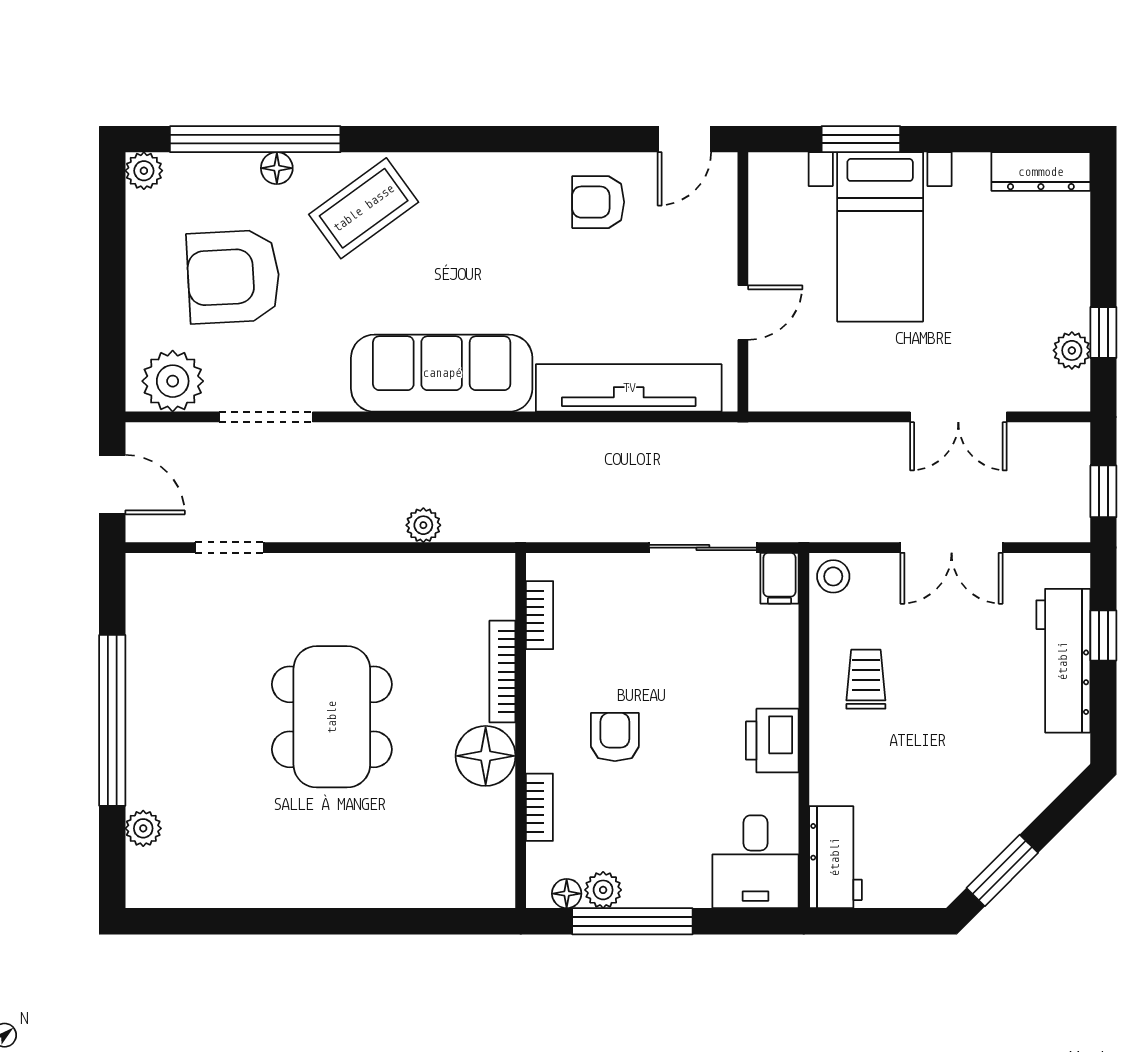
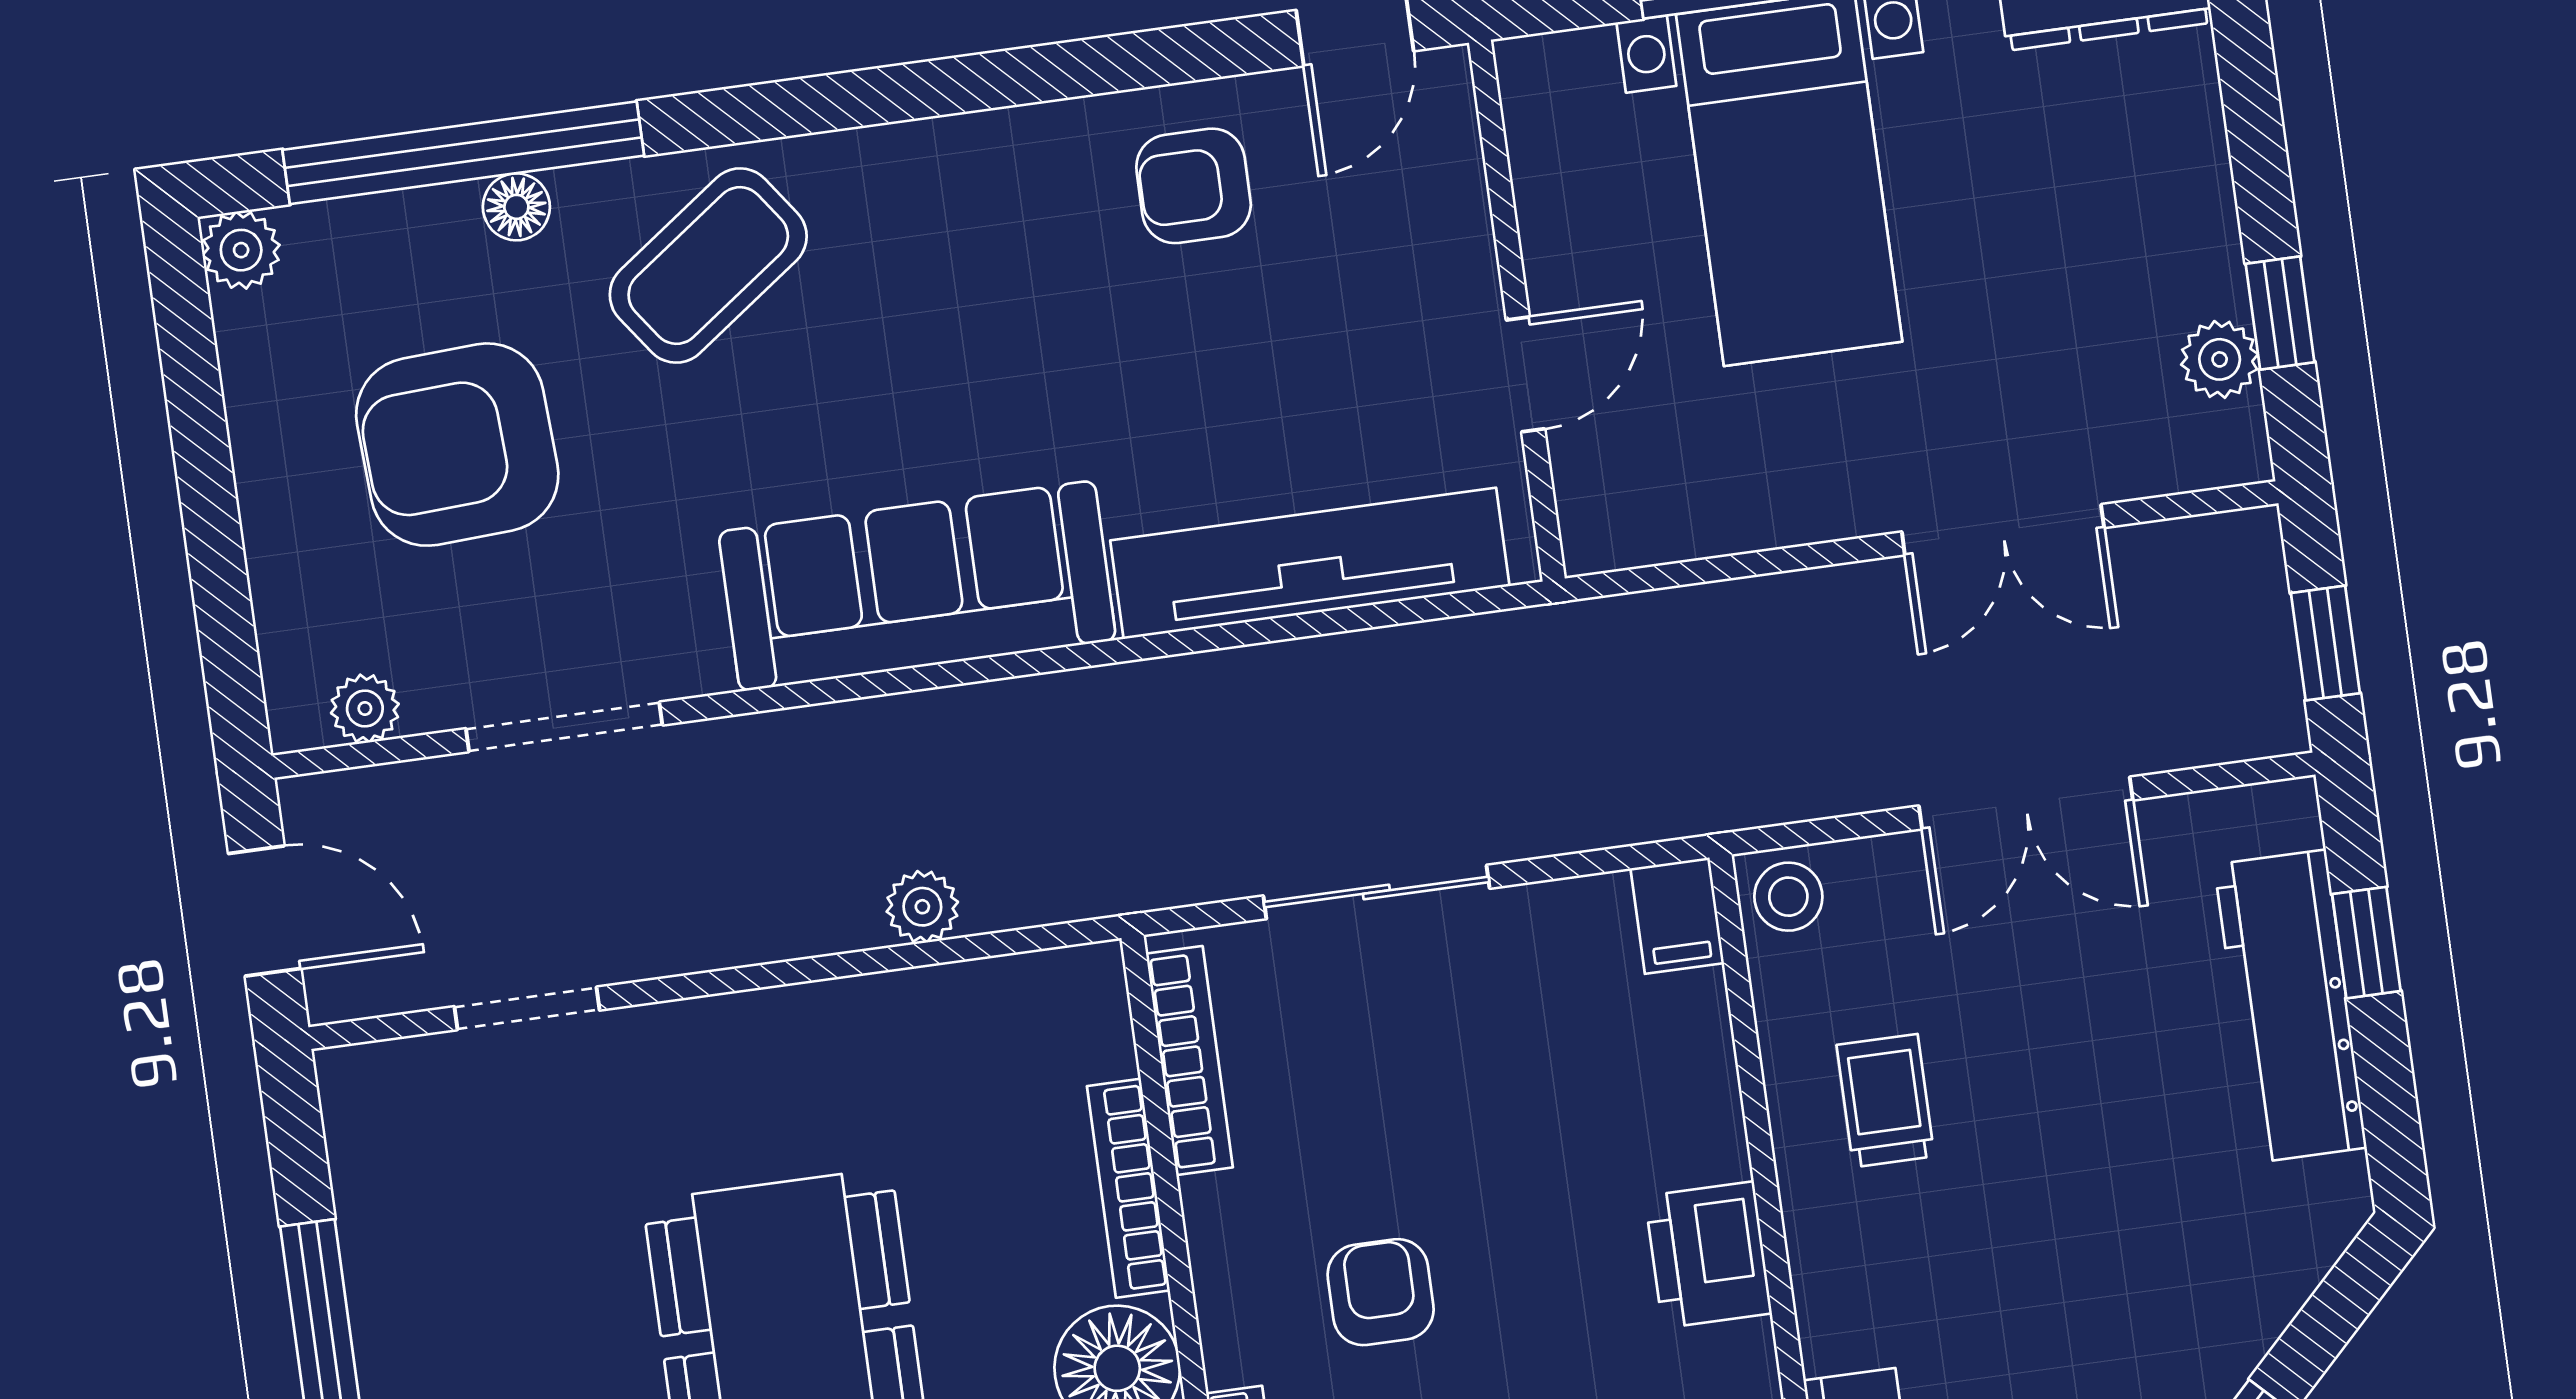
plant: (173, 381) -> (365, 708), width x0.53, depth x0.53
sliding door: (703, 548) -> (1376, 892), moved
bookcase: (540, 615) -> (1189, 1060), width x1.56

